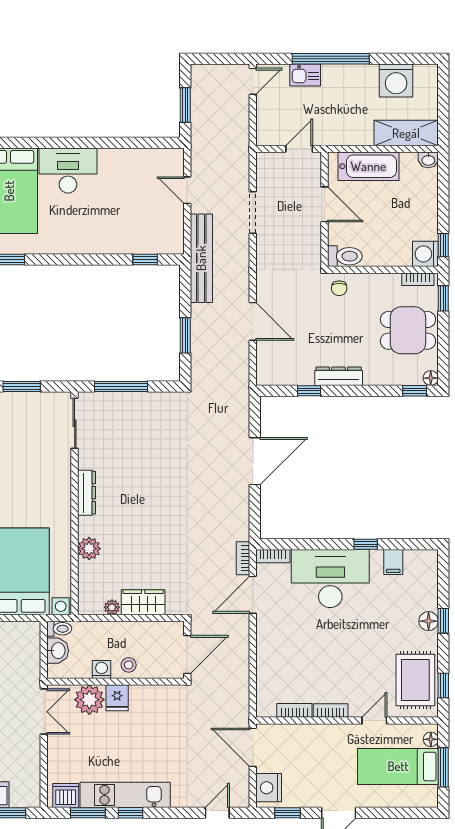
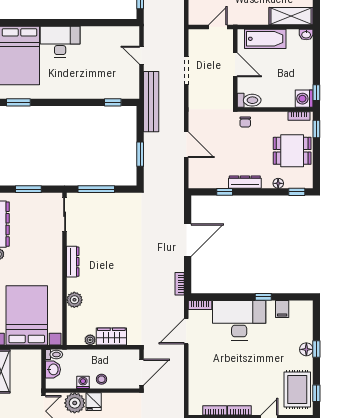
floor lamp: (431, 378) -> (278, 183), moved
bookcase: (243, 558) -> (180, 284), moved

